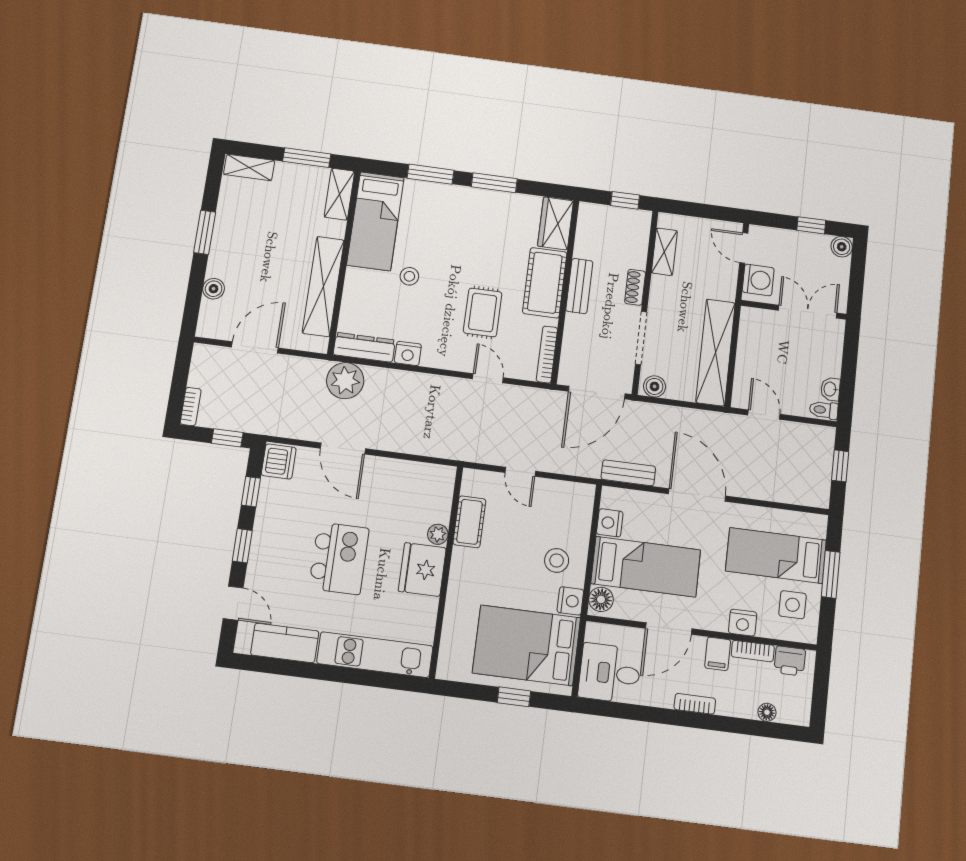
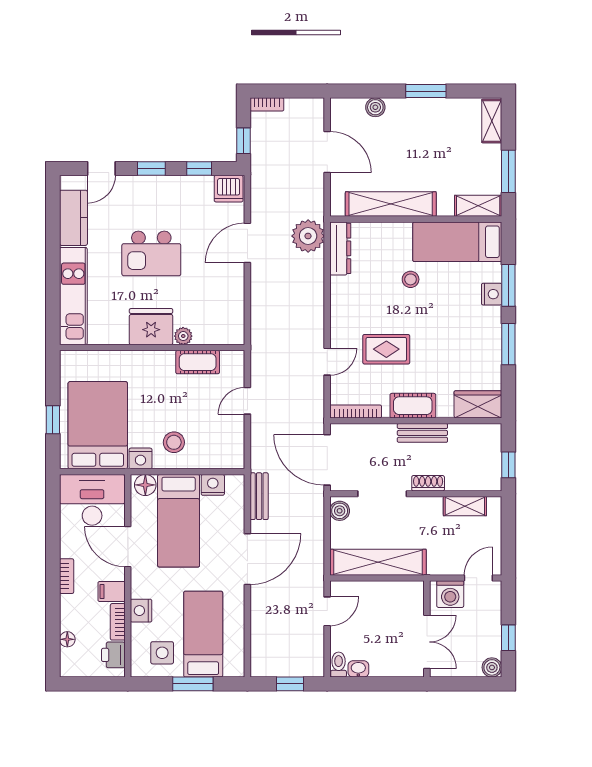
cot: (545, 283) -> (413, 406), width x0.73, depth x0.75
nightstand: (408, 353) -> (492, 294), moved, turned 180
desk: (610, 673) -> (92, 500), width x1.37

